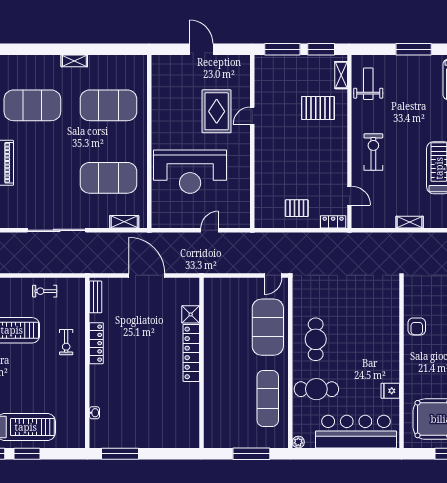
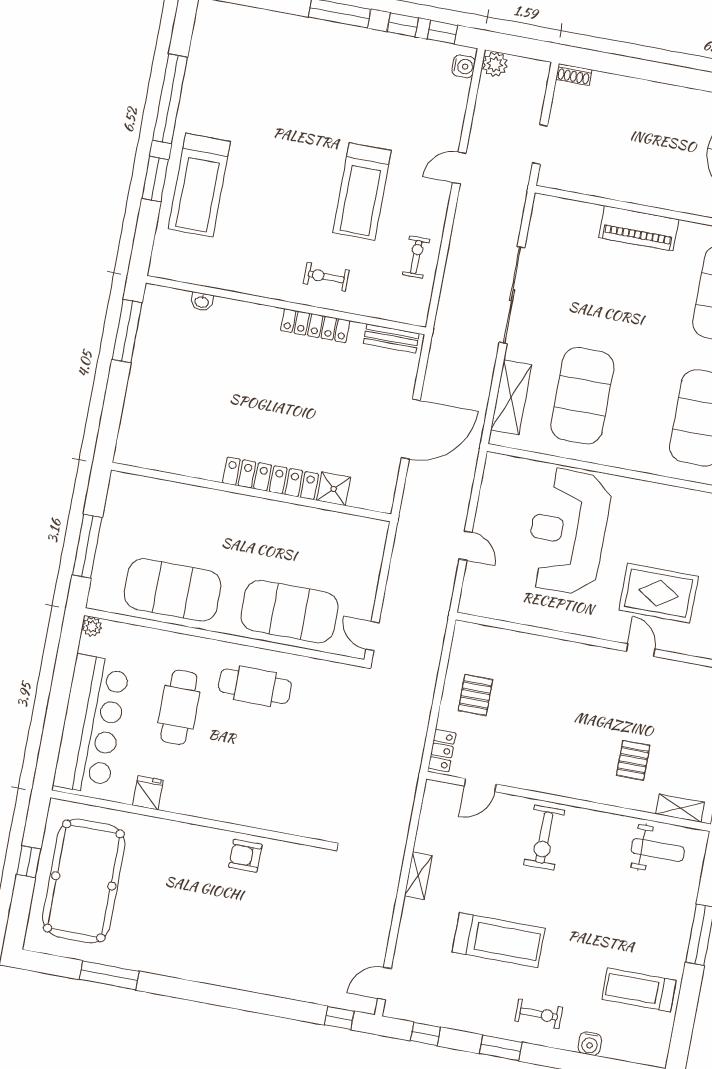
pallet: (318, 108) -> (633, 760), width x0.67, depth x0.71
exercise bike: (373, 152) -> (544, 838), turned 90
shelving: (124, 222) -> (511, 397), width x1.50, depth x1.33
cafe table: (316, 389) -> (179, 707), moved
exercise mat: (268, 398) -> (173, 590), width x1.47

